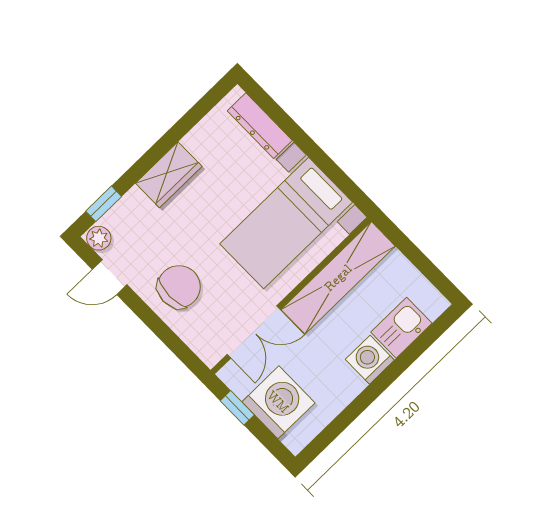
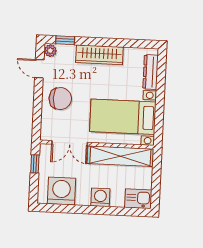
wardrobe: (169, 175) -> (99, 55), width x1.50
kitchen sink: (401, 328) -> (138, 199), moved
washing machine: (278, 402) -> (61, 191), moved, turned -90

